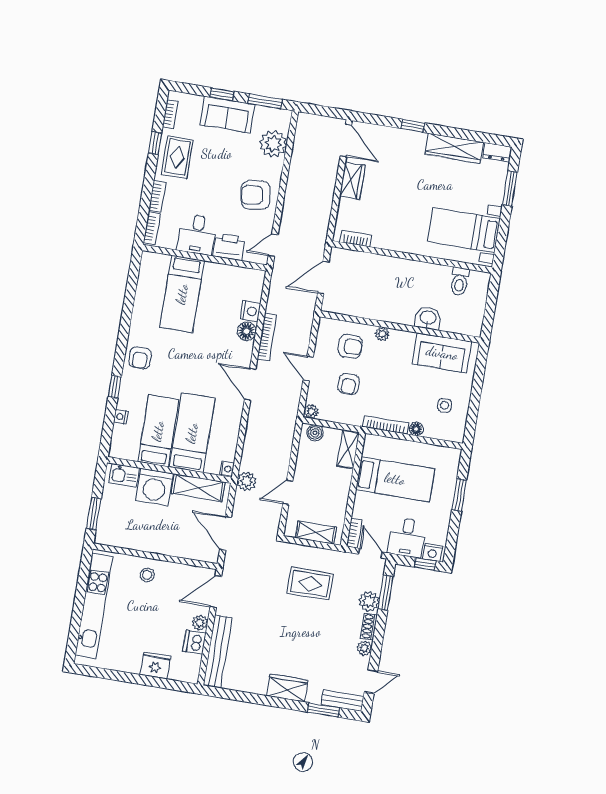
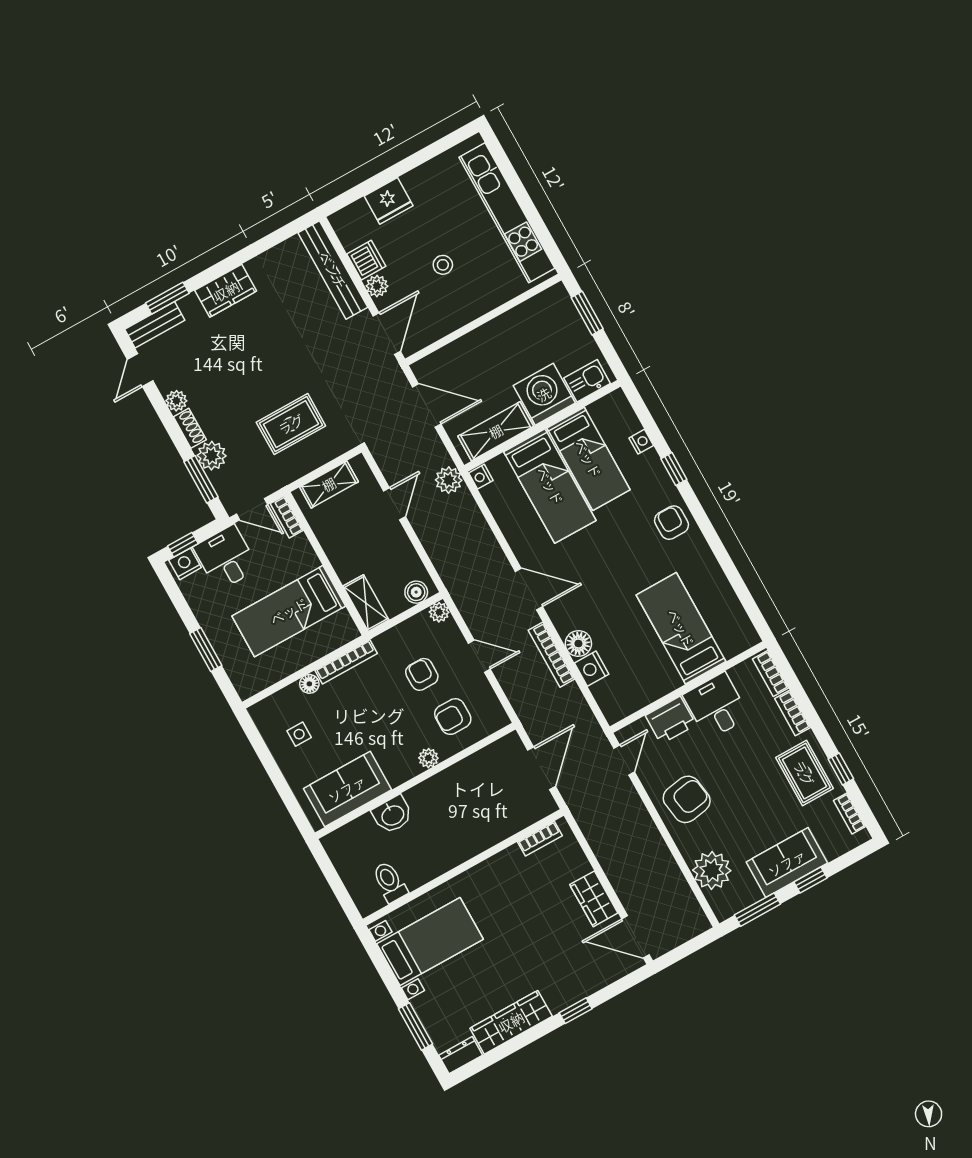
stool: (147, 575) -> (443, 265), moved

